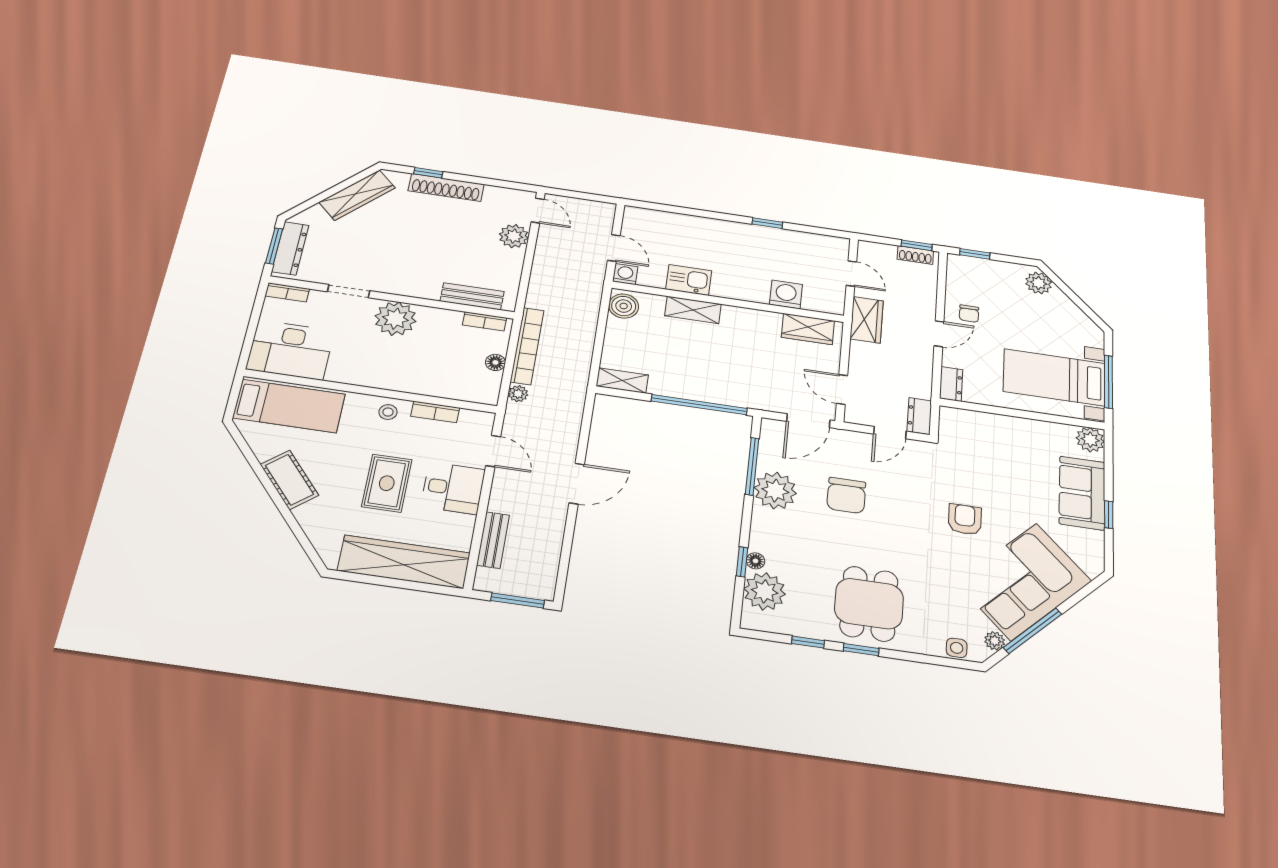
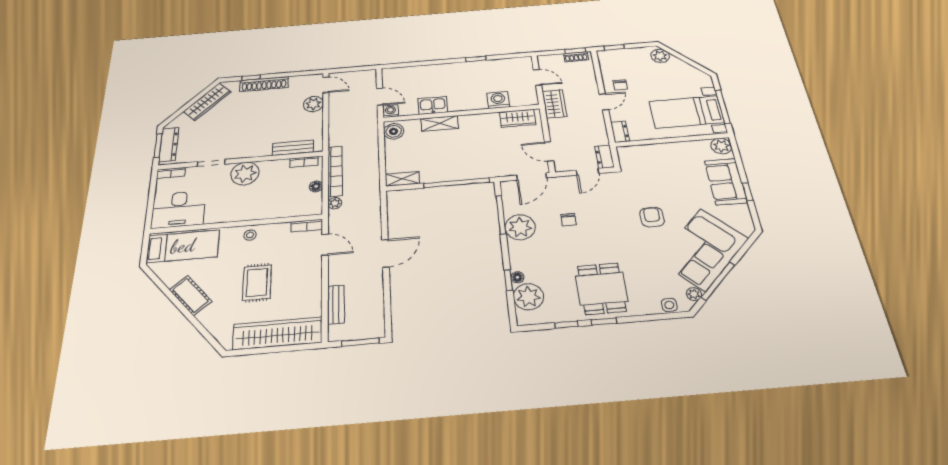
bookcase: (435, 412) -> (307, 226), moved
desk: (453, 488) -> (302, 276), removed
chair: (846, 495) -> (569, 219), width x0.54, depth x0.54

